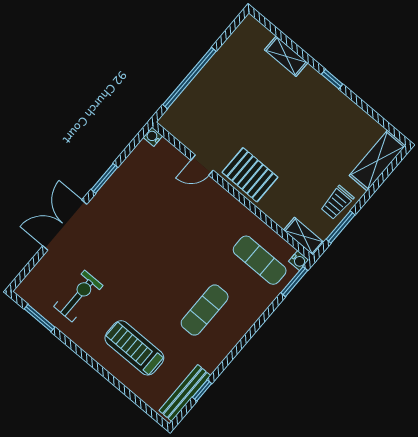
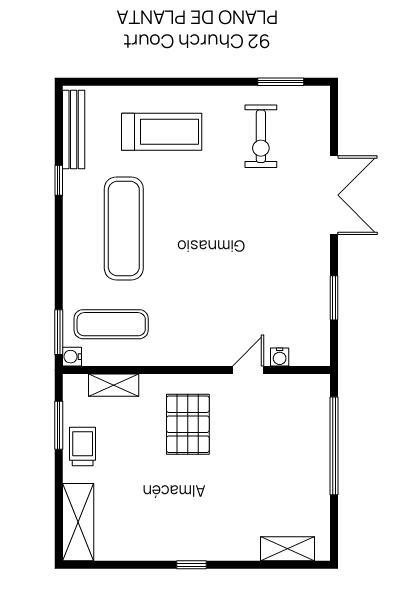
shelving: (286, 56) -> (287, 549), moved
water cooler: (153, 137) -> (280, 357), moved, turned 90
pallet: (250, 175) -> (188, 424), moved, turned 90
window: (104, 178) -> (334, 298), moved
shelving: (304, 236) -> (114, 385), moved
exercise mat: (205, 310) -> (124, 228), width x1.36, depth x1.45
window: (202, 390) -> (59, 180), moved

